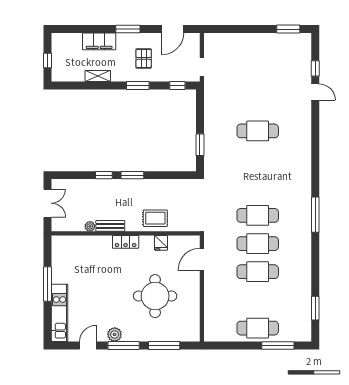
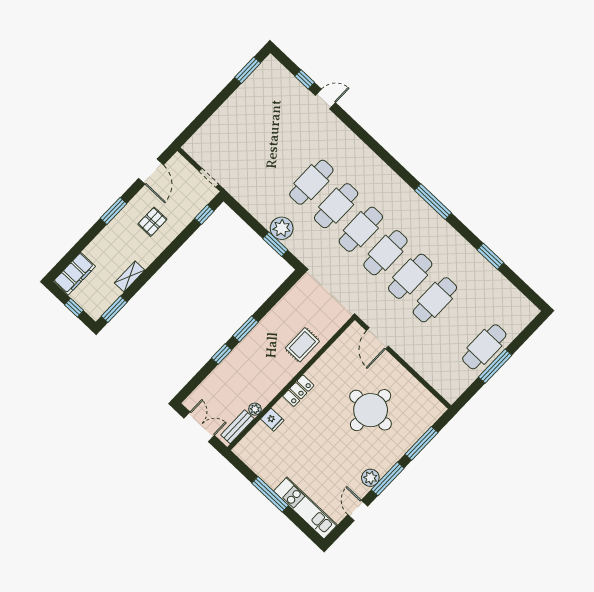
filing cabinet: (99, 41) -> (74, 274), moved
pallet: (144, 58) -> (152, 222), turned 90
window: (138, 85) -> (114, 309), moved
plant: (213, 139) -> (282, 228), added
cafe table: (258, 159) -> (336, 206), added
cafe table: (258, 187) -> (361, 229), added
bench: (110, 226) -> (237, 427), moved
fridge: (161, 243) -> (272, 420), moved
window: (315, 308) -> (490, 256), moved
window: (278, 345) -> (495, 366), moved

